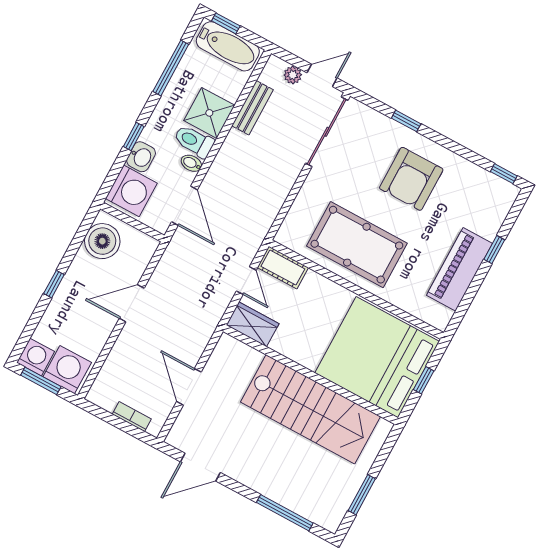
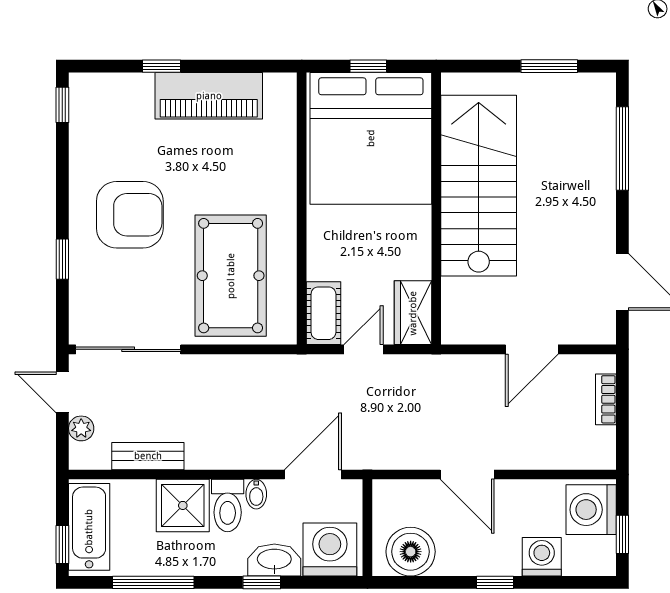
washbasin: (141, 157) -> (274, 560), width x1.38
pool table: (357, 245) -> (231, 276), moved
washing machine: (36, 357) -> (542, 557), moved, turned 90
window: (41, 381) -> (622, 534), width x0.67

